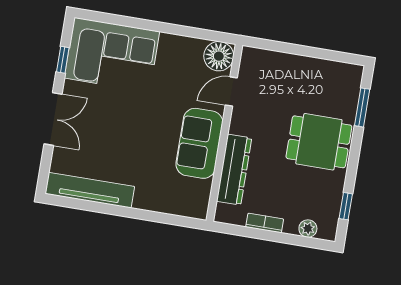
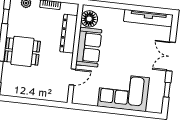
corner sofa: (112, 55) -> (123, 92), moved
floor lamp: (219, 56) -> (89, 19), moved

